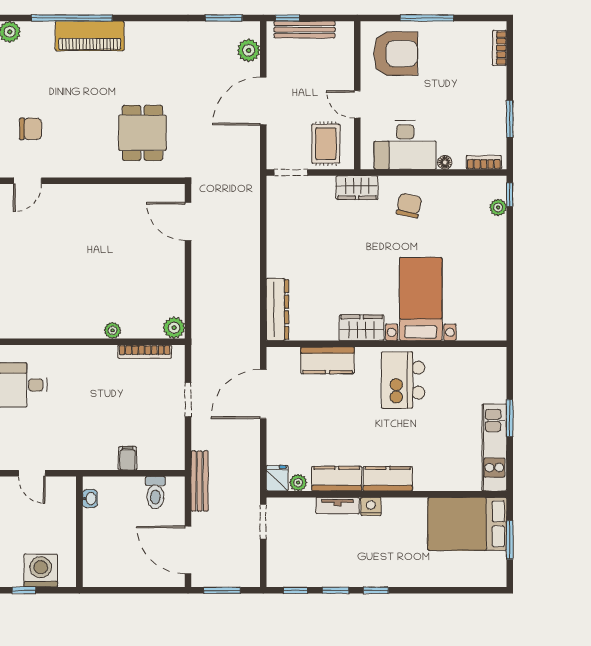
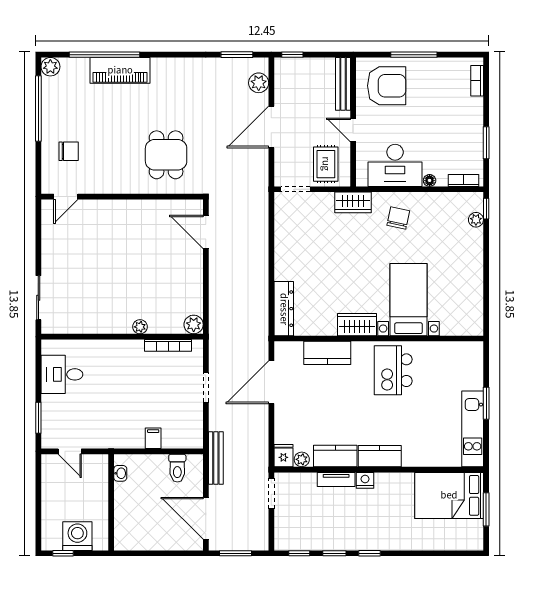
bench: (305, 30) -> (343, 84), moved, turned 90

